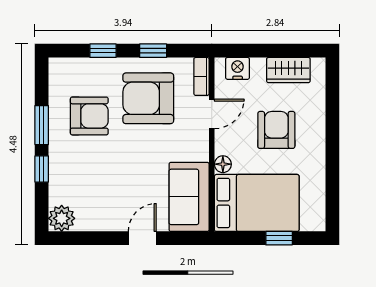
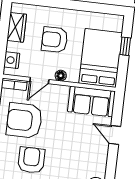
armchair: (148, 98) -> (24, 120), turned 90
door: (212, 114) -> (39, 80), swing flipped
floor lamp: (223, 164) -> (61, 76), moved

